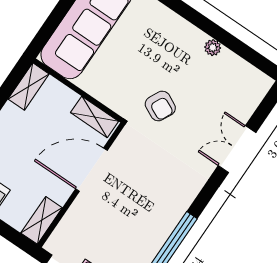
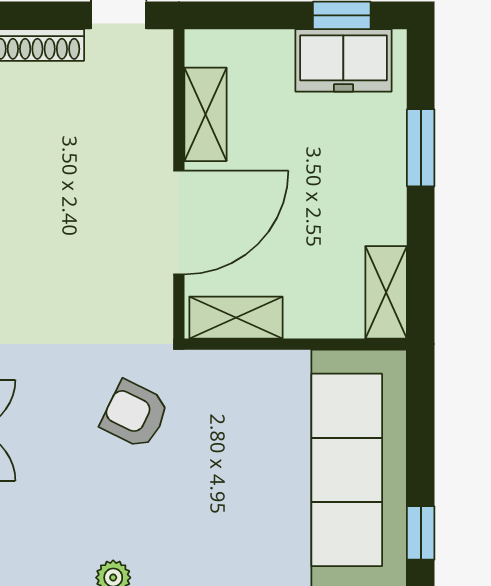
shelving: (42, 220) -> (205, 114), moved

